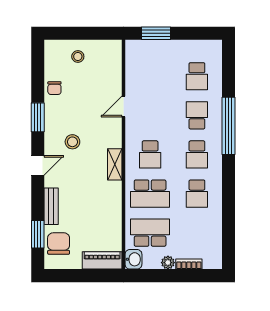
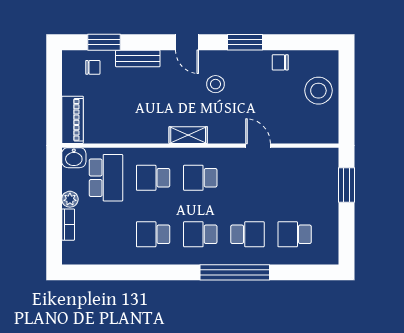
stool: (78, 56) -> (318, 91), width x1.89, depth x1.89
school desk: (150, 194) -> (153, 178), width x0.54
chair: (59, 244) -> (93, 67), width x0.54, depth x0.54

